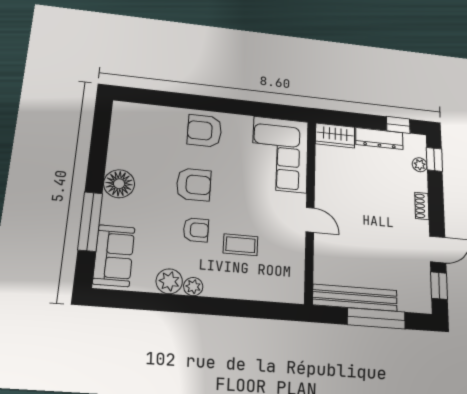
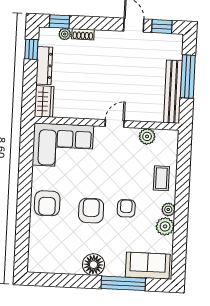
shoe rack: (422, 206) -> (83, 34), moved
coffee table: (241, 245) -> (161, 178), moved
plant: (294, 261) -> (147, 136), added

